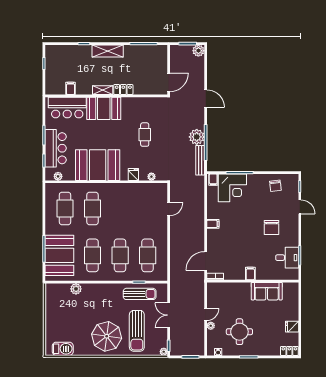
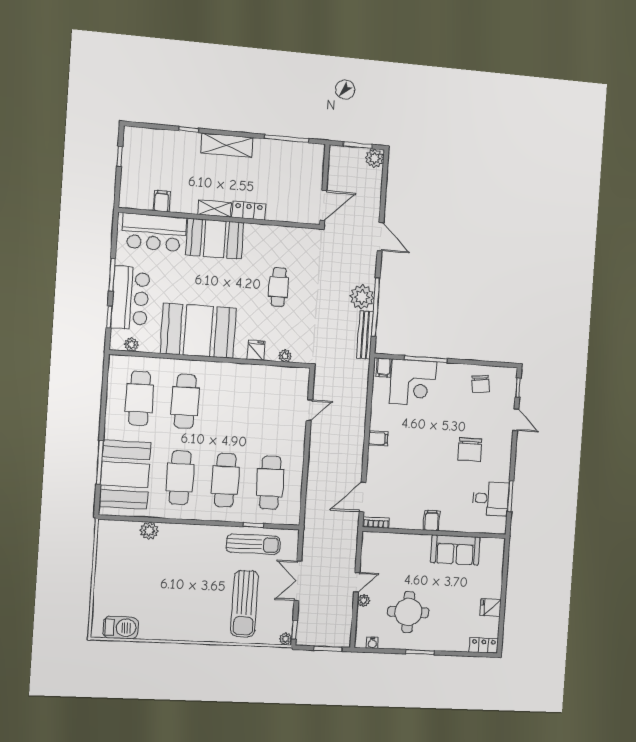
parasol: (107, 336) -> (195, 610), removed

